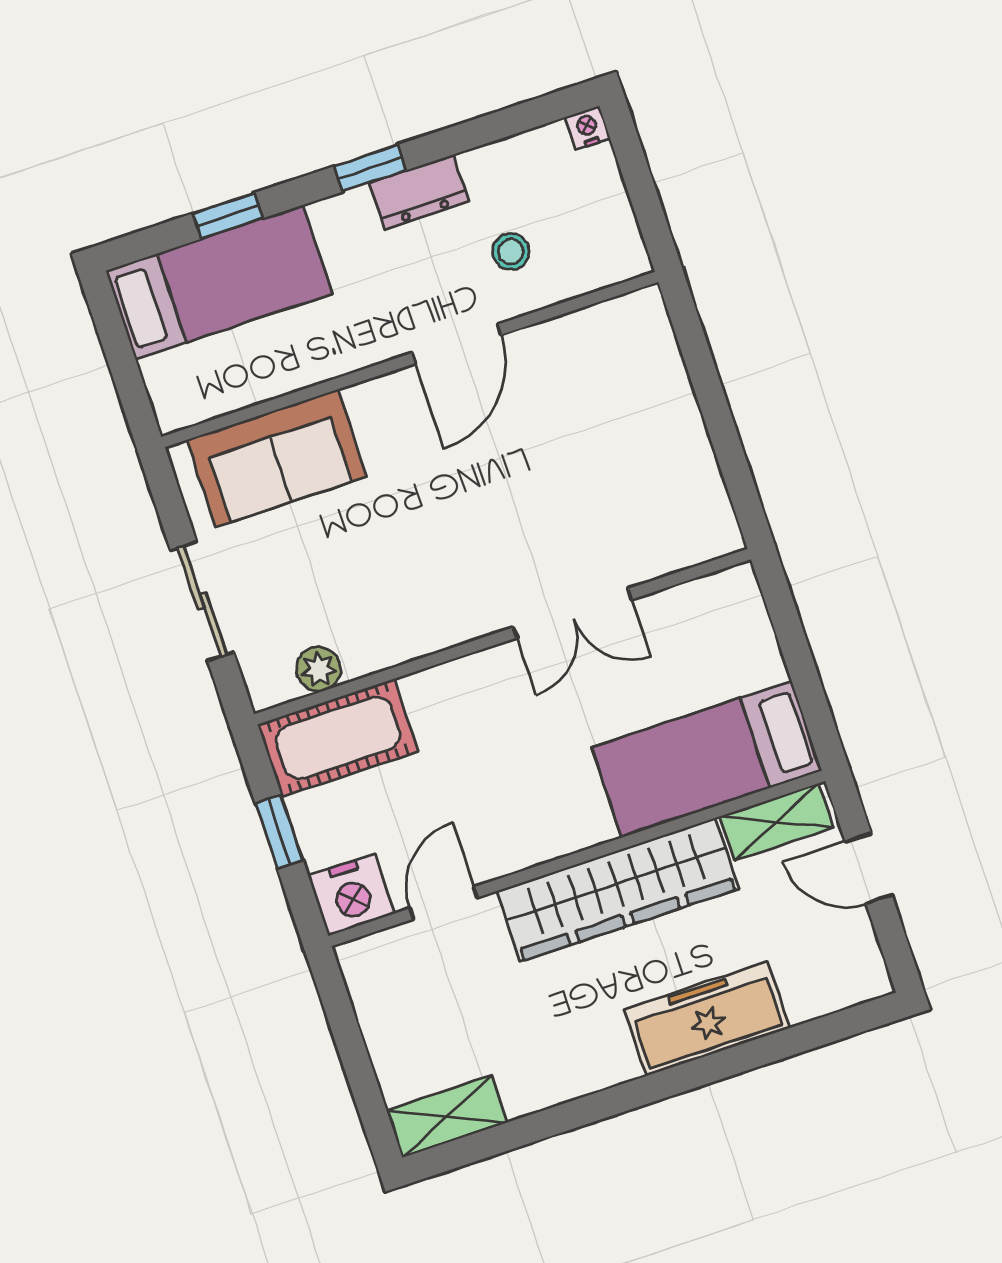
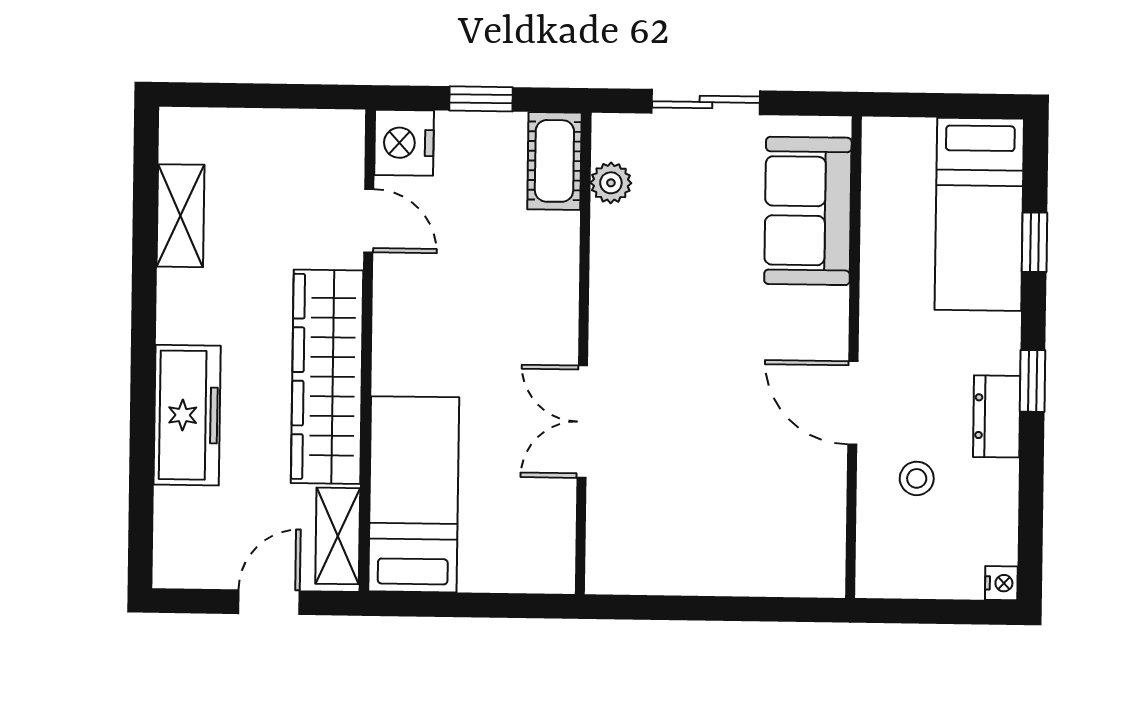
cot: (338, 738) -> (554, 161), width x0.73, depth x0.75
shelving: (447, 1116) -> (181, 216), moved

